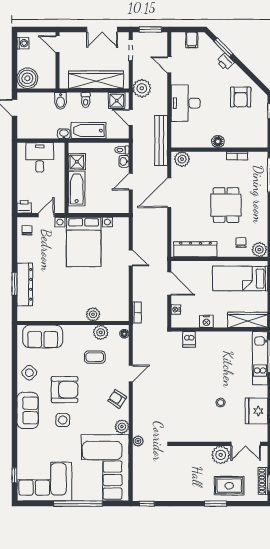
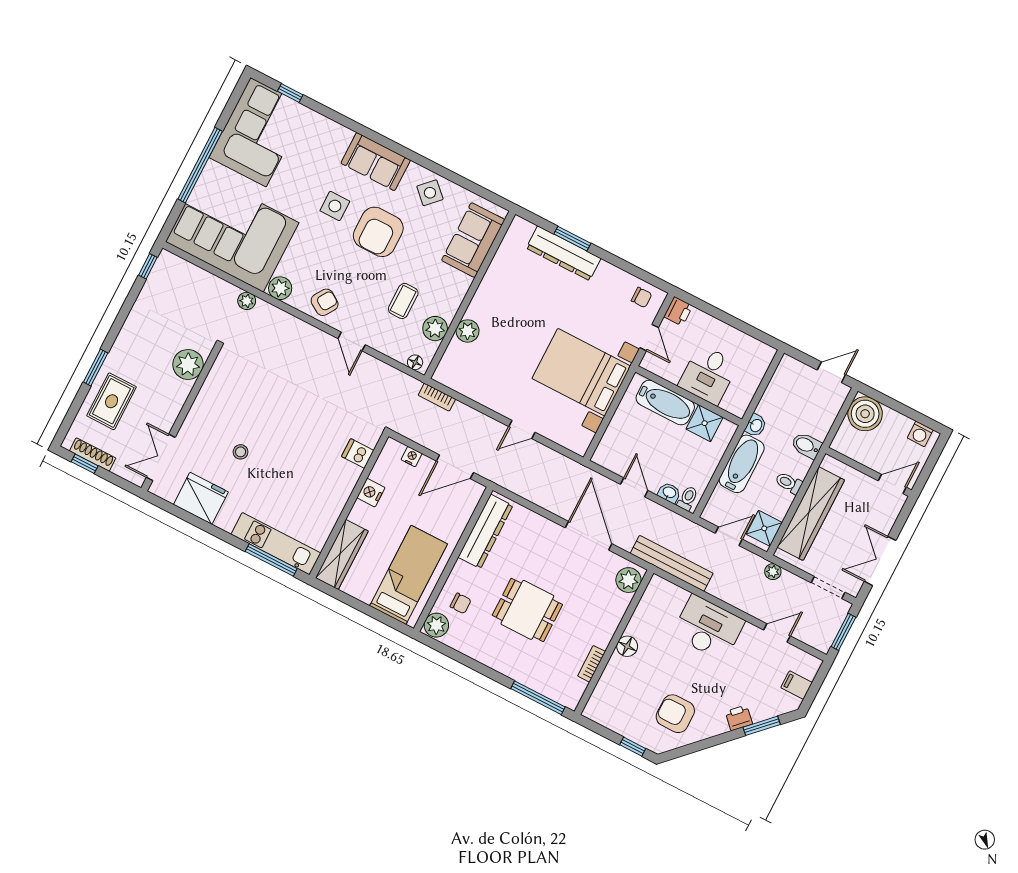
plant: (142, 88) -> (773, 572), width x0.53, depth x0.53
desk: (40, 157) -> (708, 375), moved, turned 90
plant: (221, 455) -> (188, 364), moved

